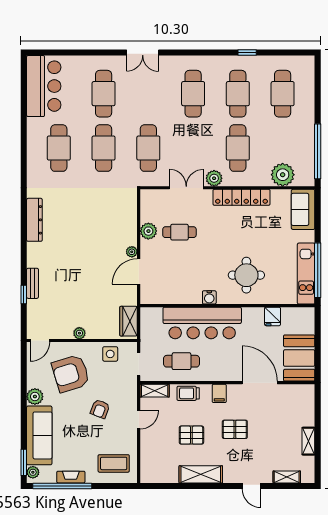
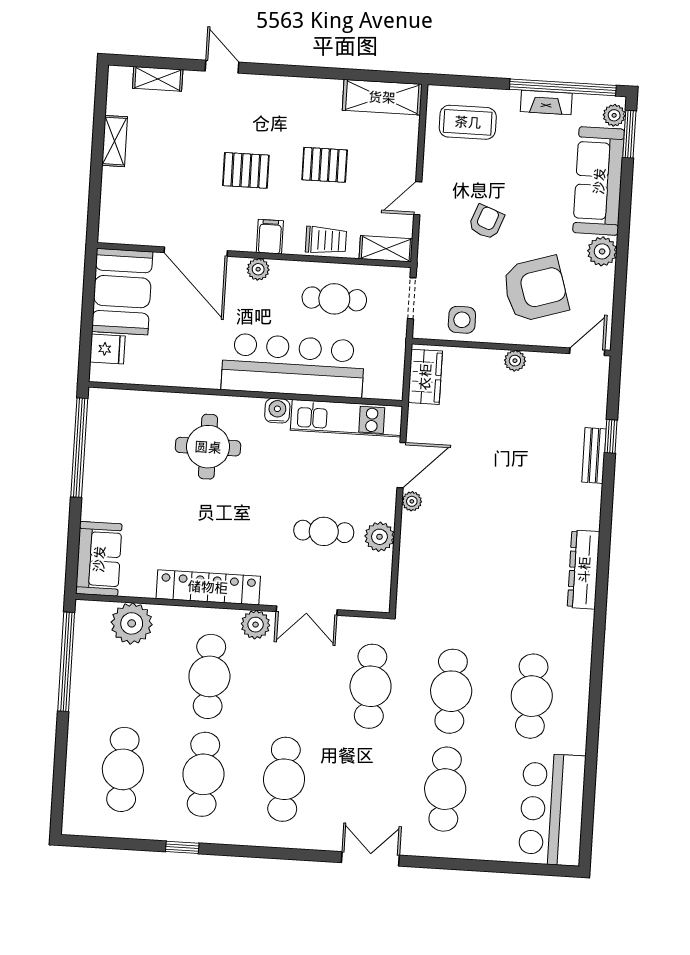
kitchen unit: (306, 274) -> (346, 418), moved, turned 90
fridge: (273, 316) -> (107, 349), moved, turned 90
plant: (225, 375) -> (258, 269), added
shelving: (201, 474) -> (382, 97), moved

